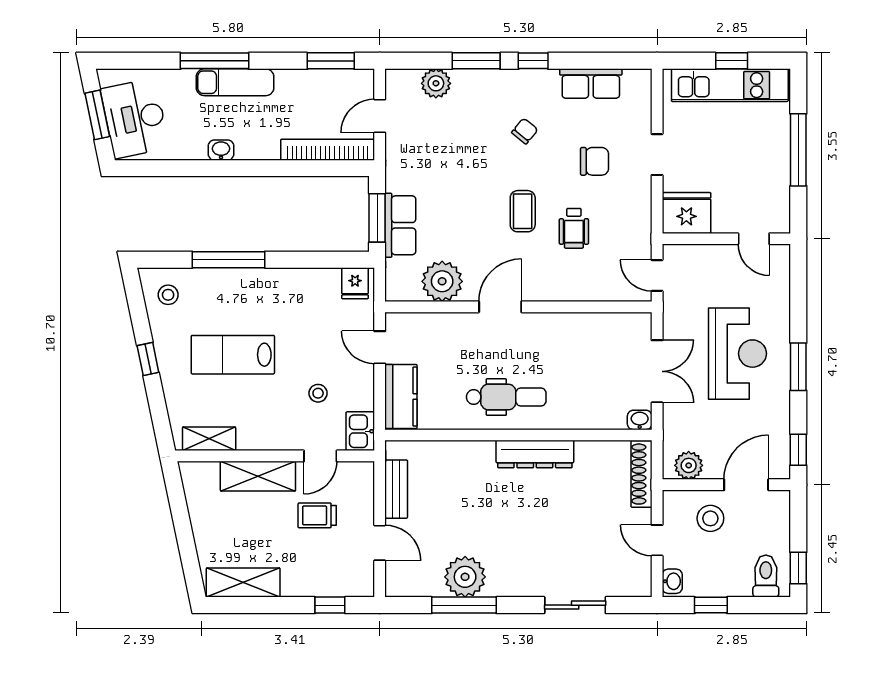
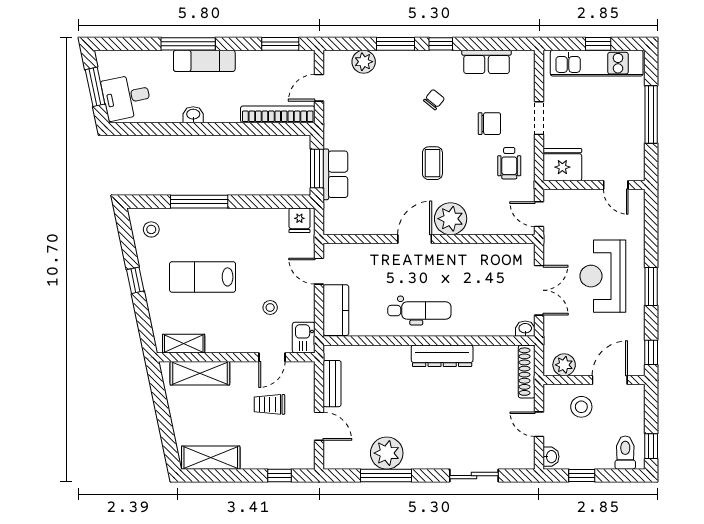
desk: (135, 118) -> (126, 97), width x0.73
wheelchair: (574, 228) -> (509, 163), moved
plant: (442, 281) -> (451, 219), moved
reception desk: (738, 354) -> (603, 276), turned 180
shelving: (258, 476) -> (200, 373), moved

